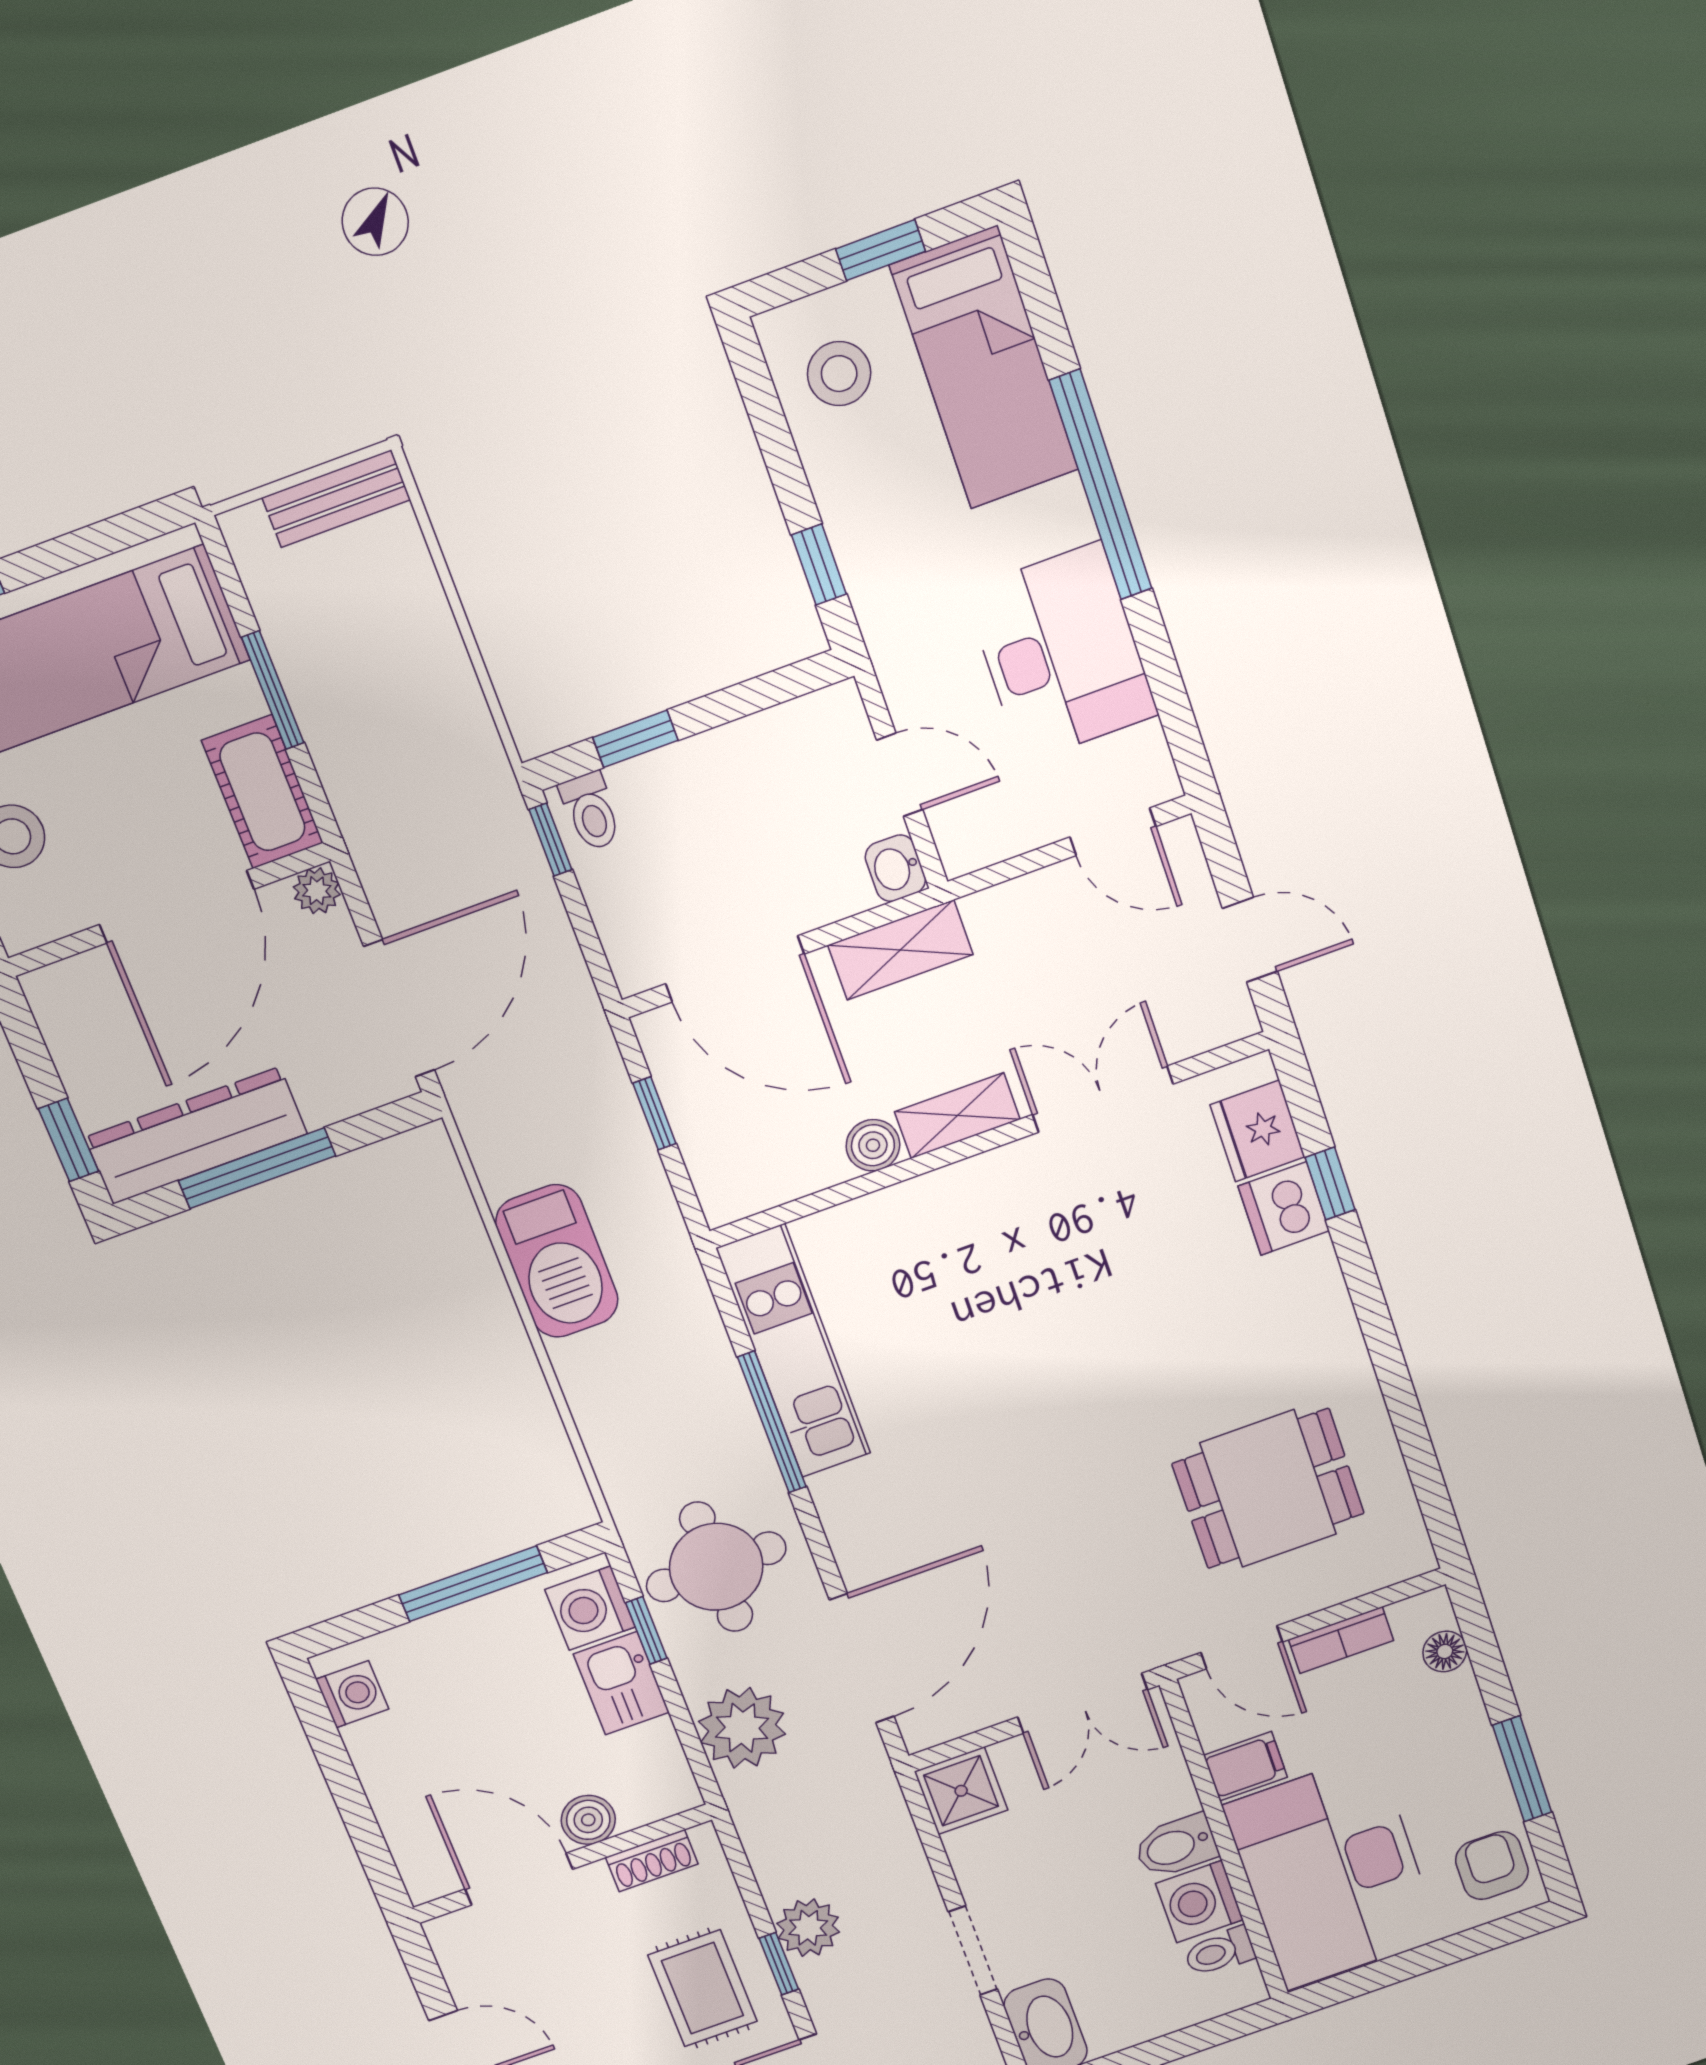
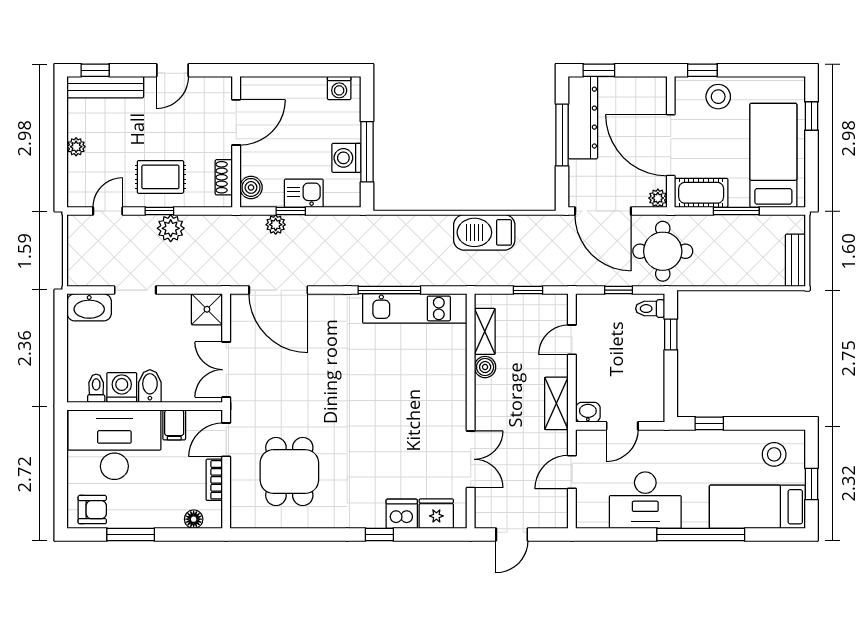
door: (1113, 832) -> (572, 472), moved
window: (550, 840) -> (618, 290), moved
door: (735, 969) -> (572, 340), width x0.53
shelving: (957, 1116) -> (485, 331), moved
window: (1330, 1184) -> (379, 535), moved
round table: (716, 1567) -> (663, 251), moved
washing machine: (590, 1608) -> (346, 158), moved, turned -90
window: (646, 1630) -> (291, 211), moved
plant: (742, 1728) -> (276, 225), width x0.53, depth x0.53
boiler: (588, 1820) -> (251, 187), moved

